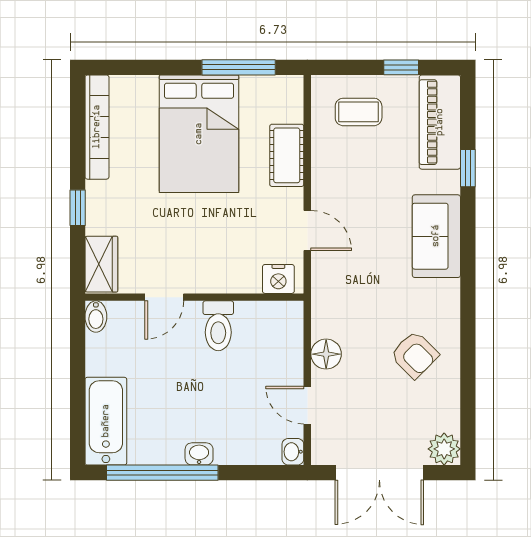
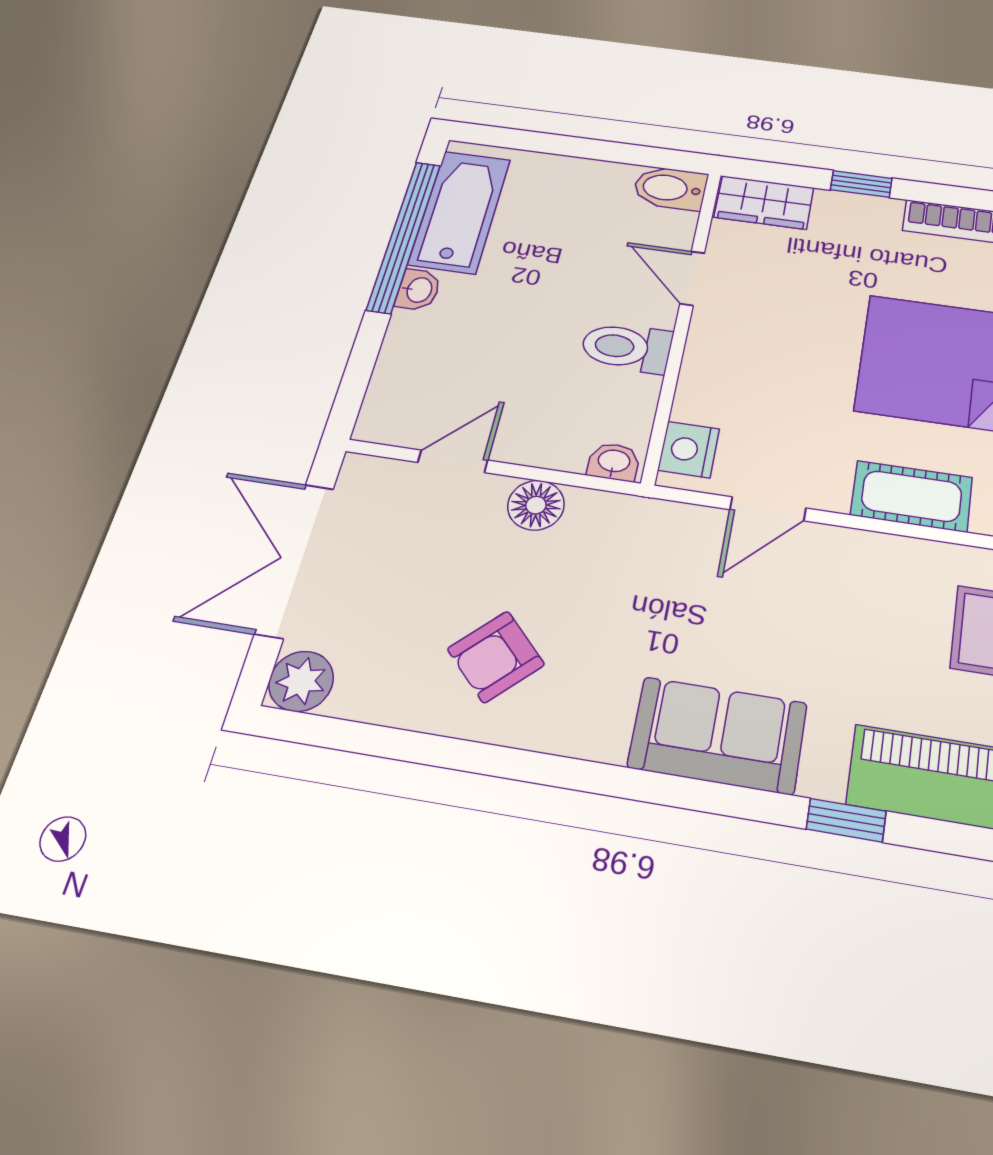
bidet: (96, 317) -> (670, 188), width x1.38, depth x1.36
bathtub: (106, 421) -> (460, 212), moved, turned -90
washbasin: (293, 452) -> (614, 462), moved

